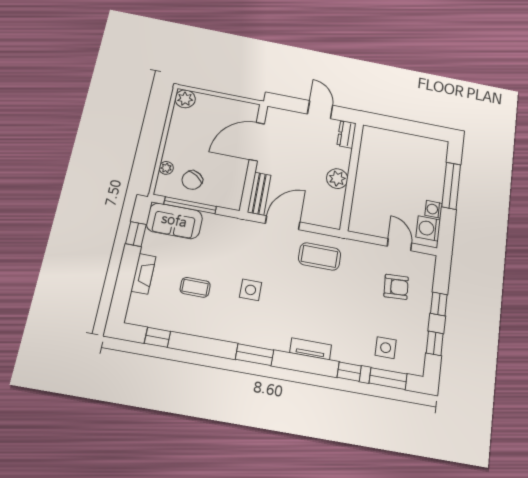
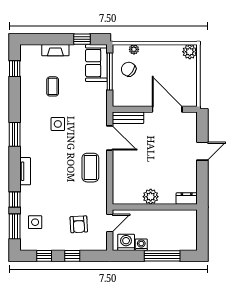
dresser: (346, 134) -> (187, 199), moved
wall: (352, 176) -> (155, 207), moved
plant: (337, 179) -> (151, 197), moved

